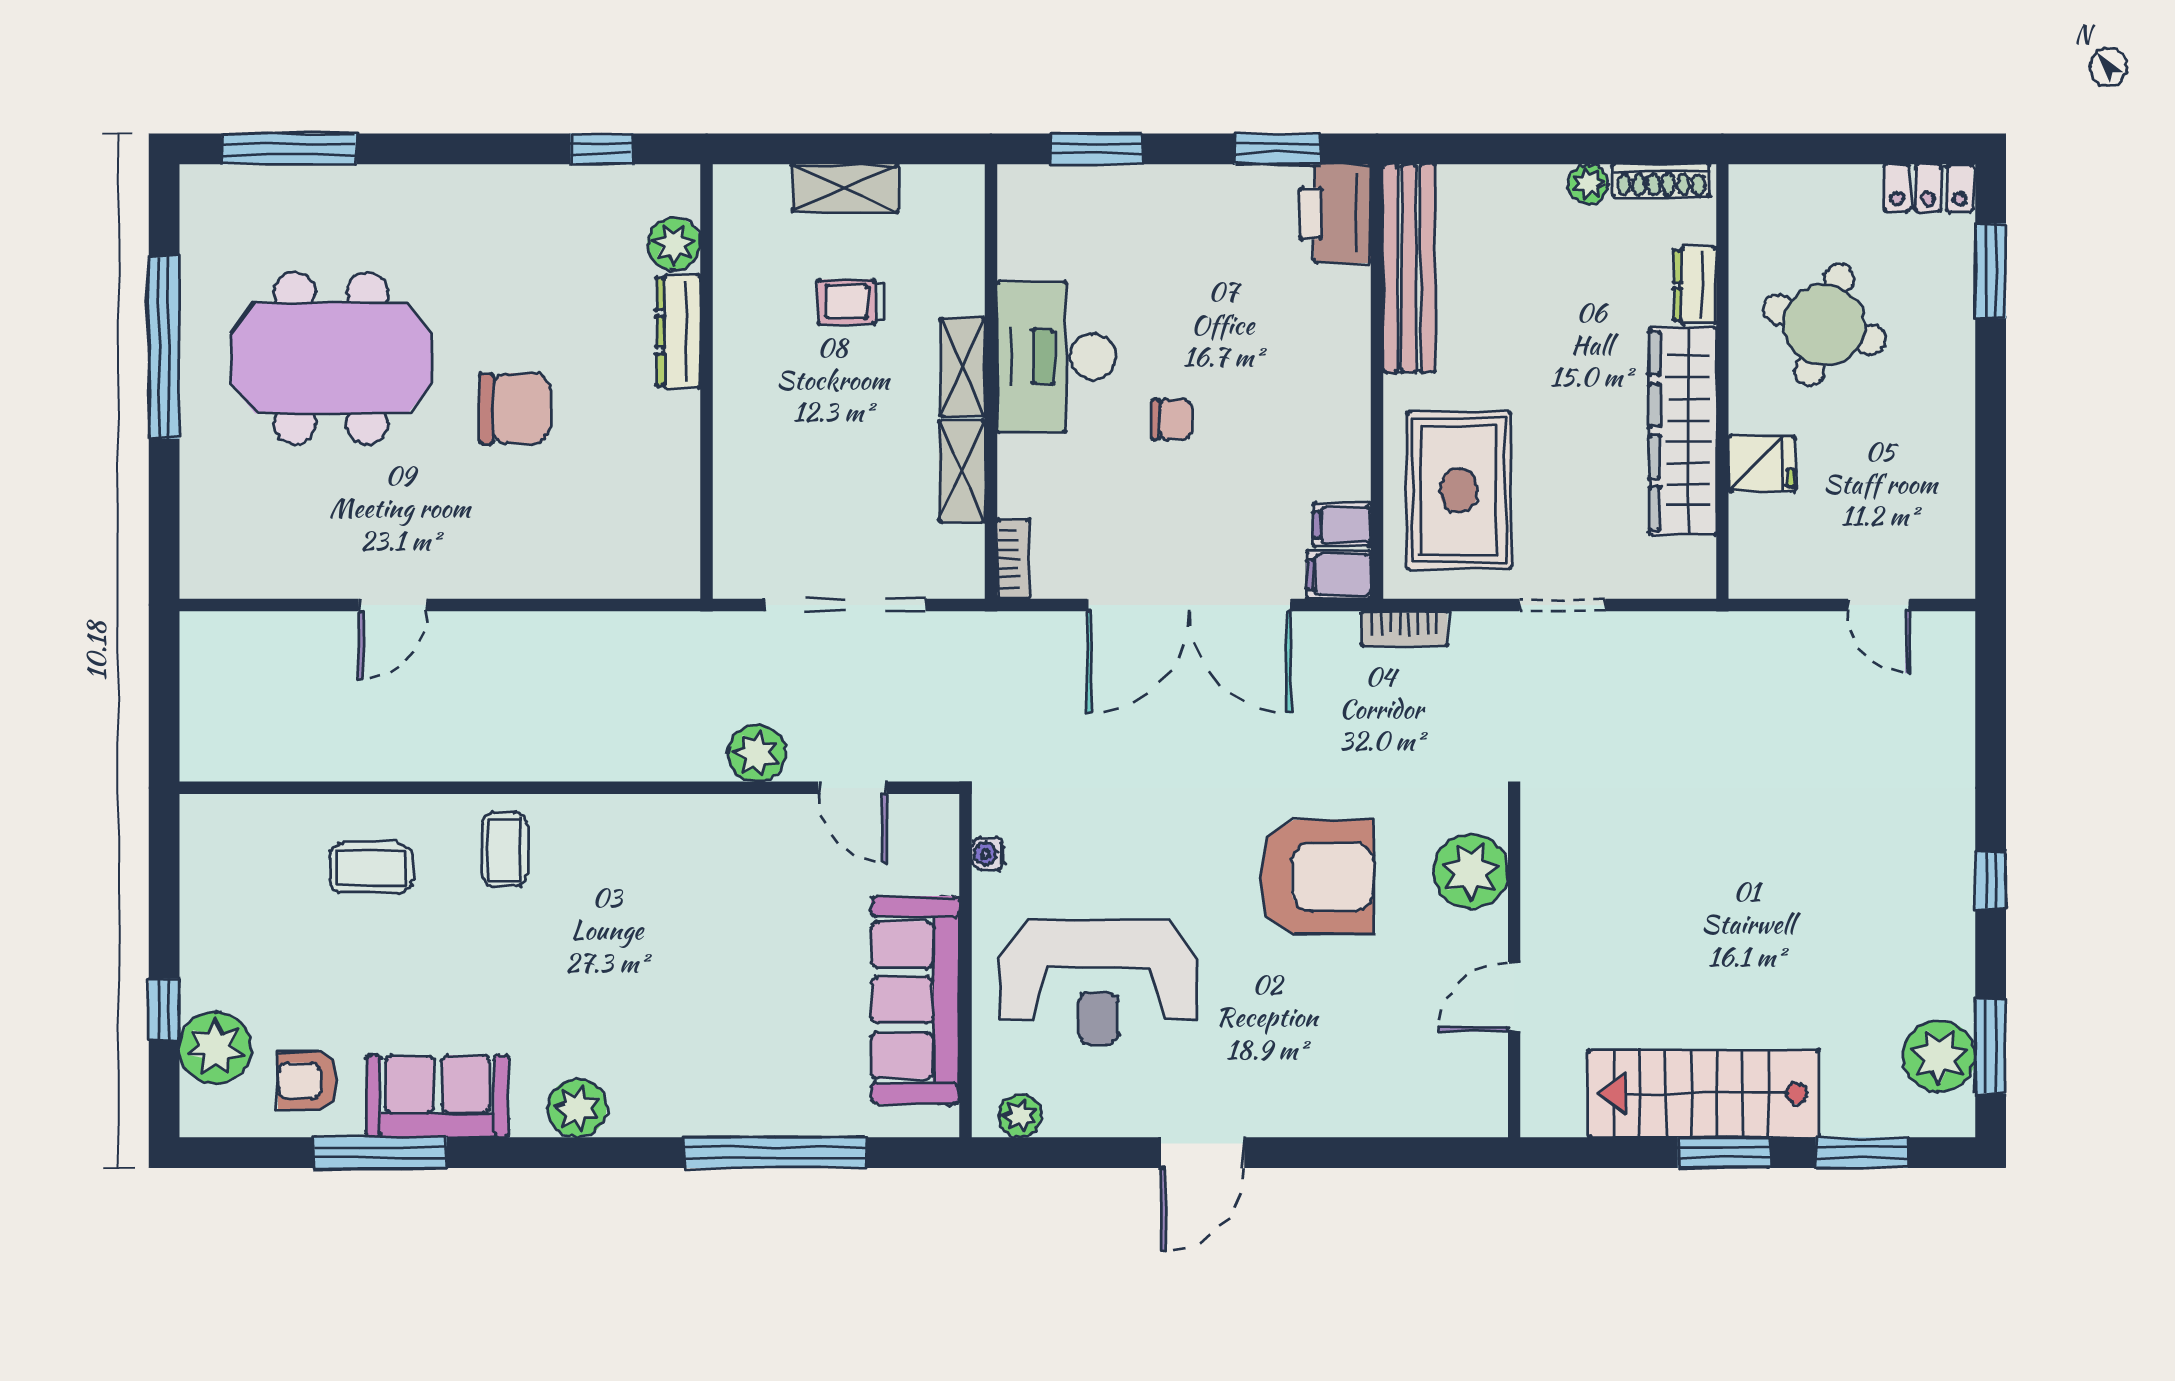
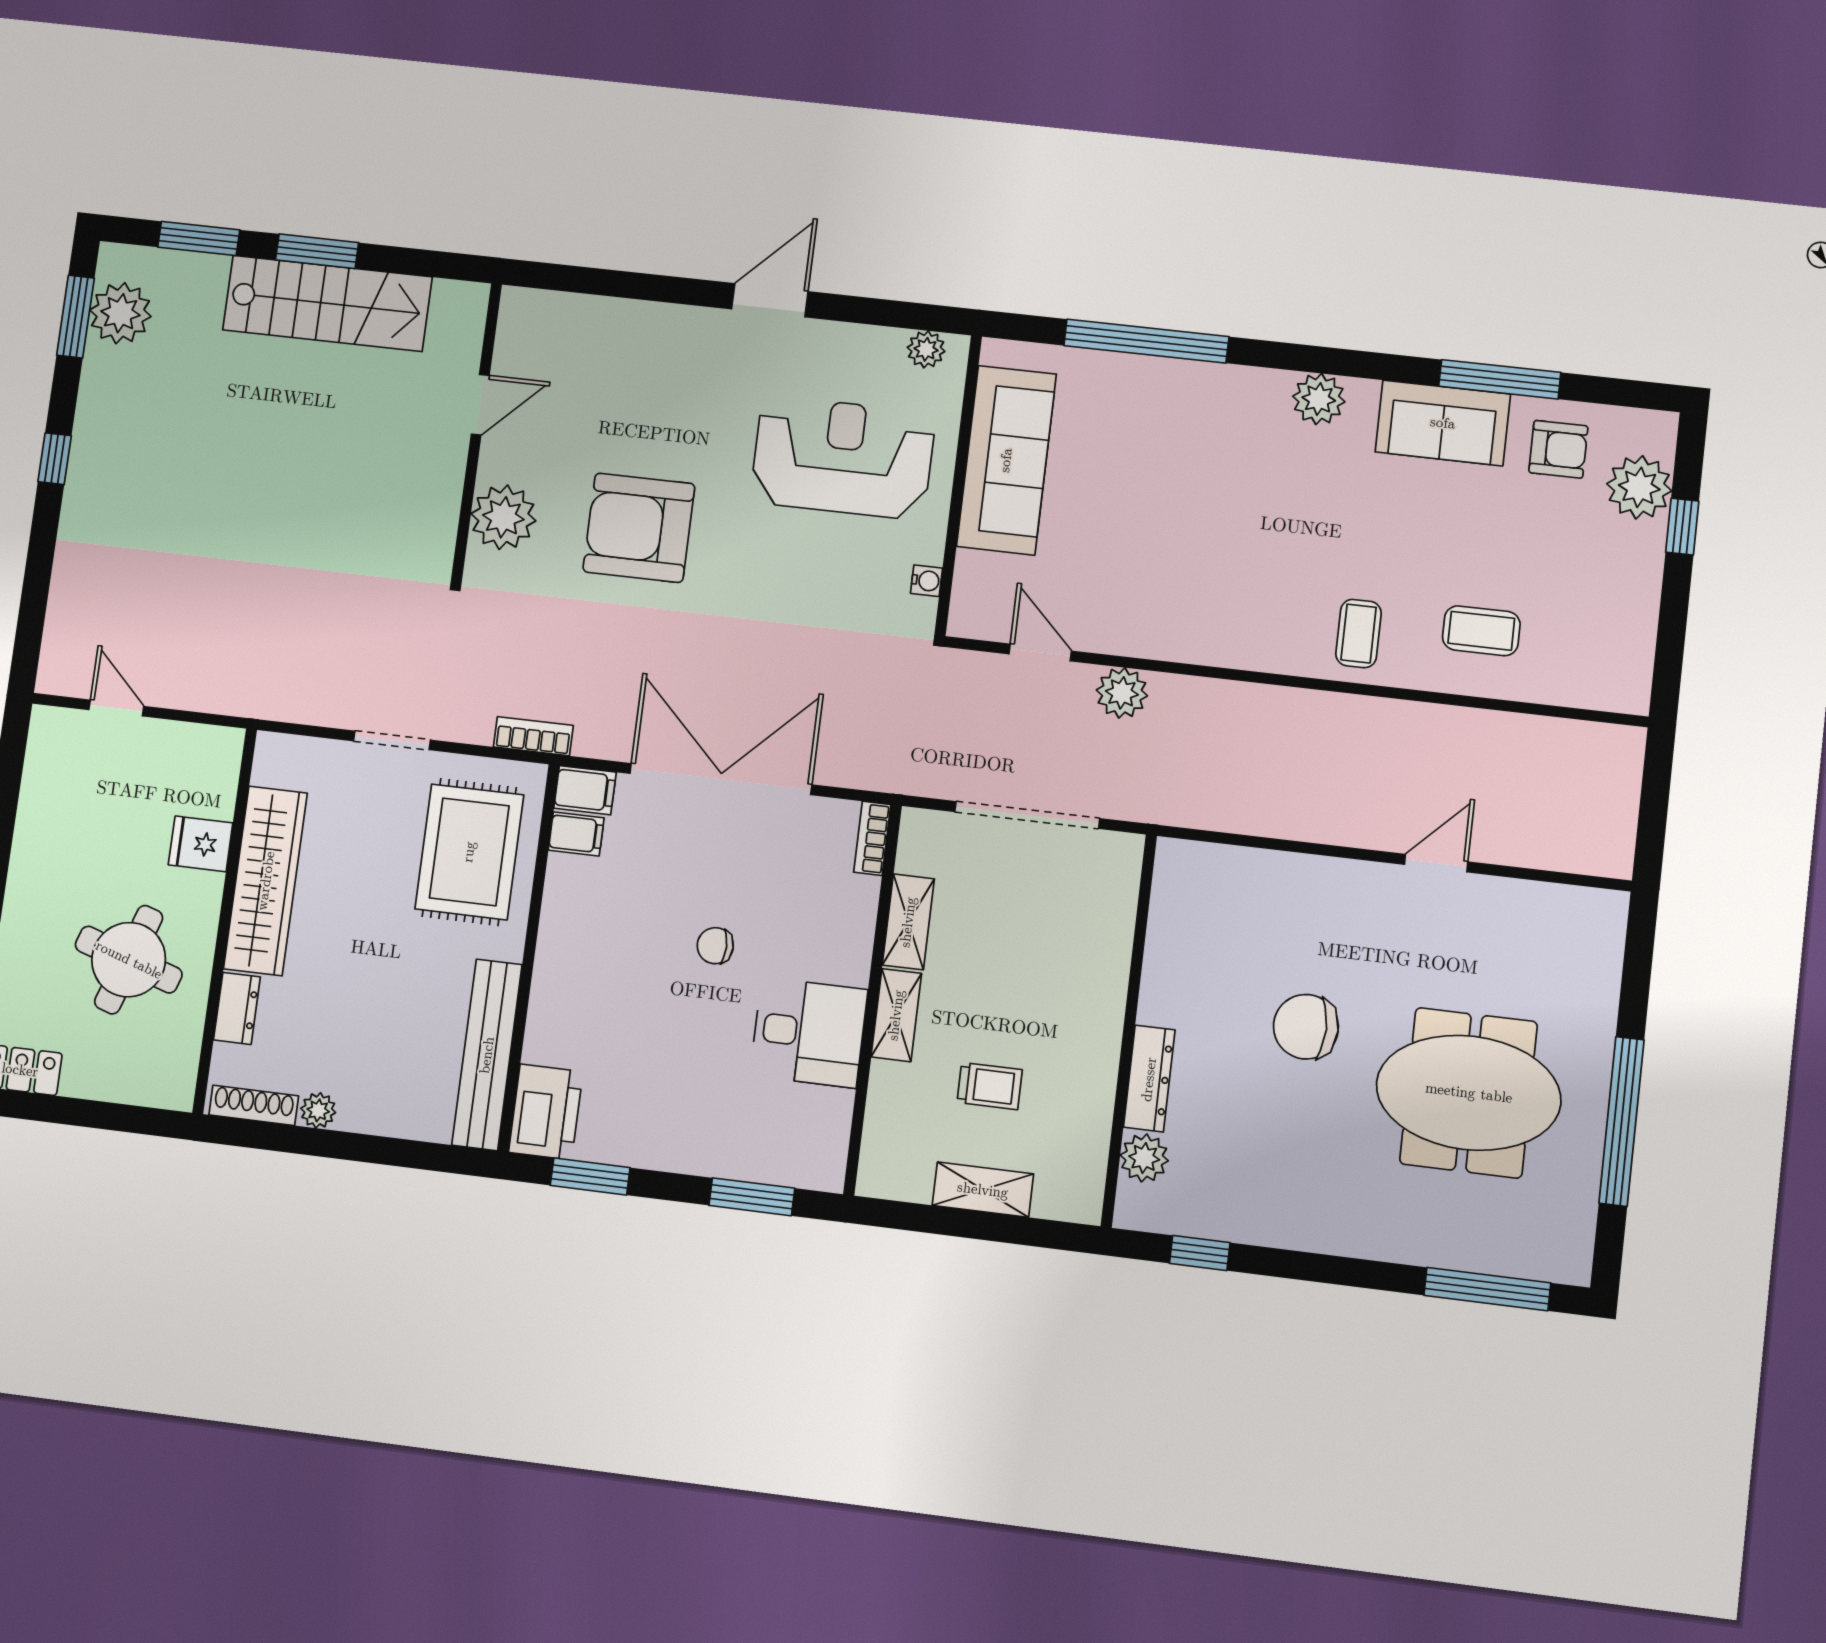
desk: (1056, 357) -> (809, 1033), width x0.73

